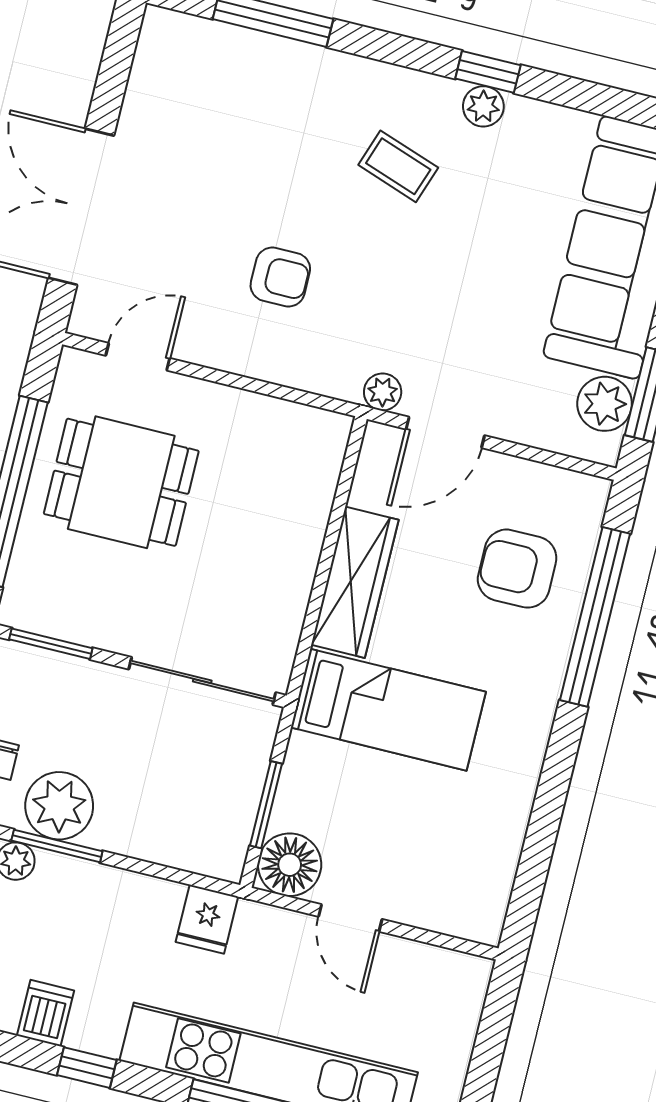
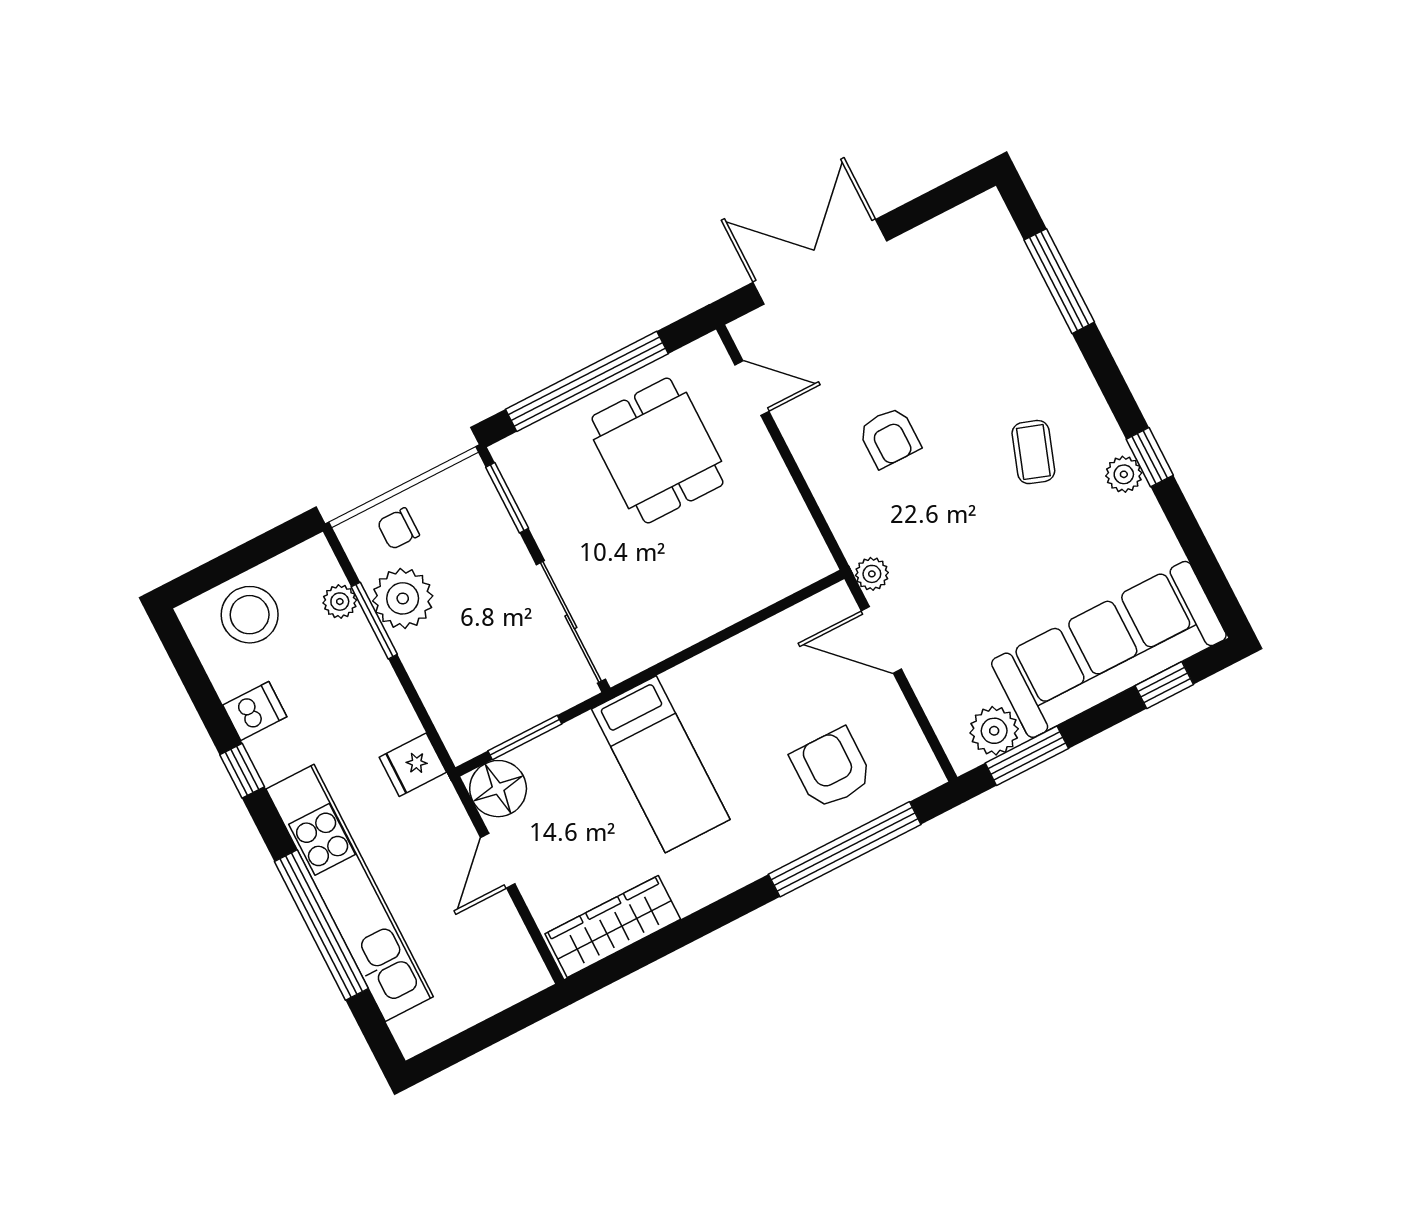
wardrobe: (355, 582) -> (613, 926), moved, turned 180

